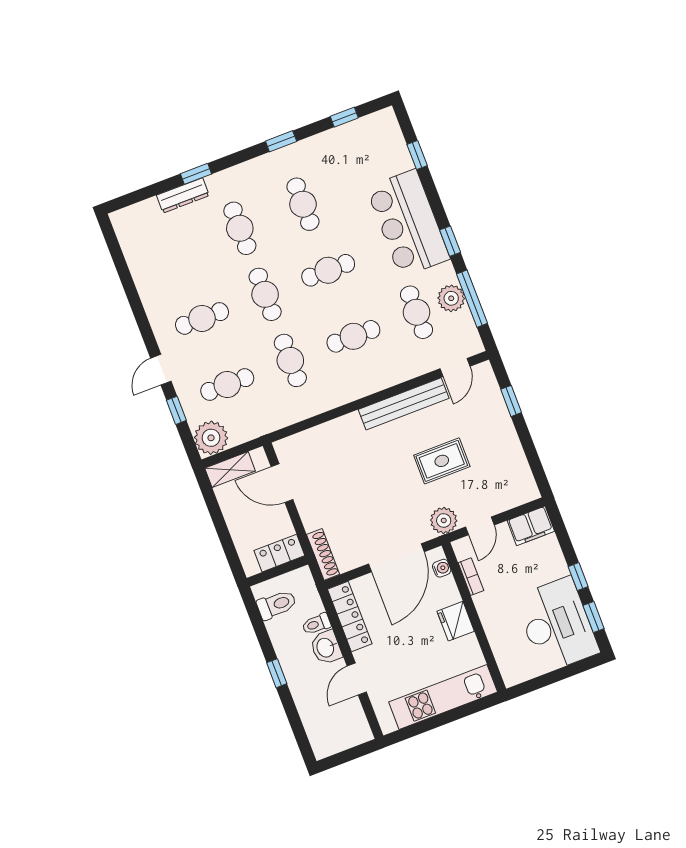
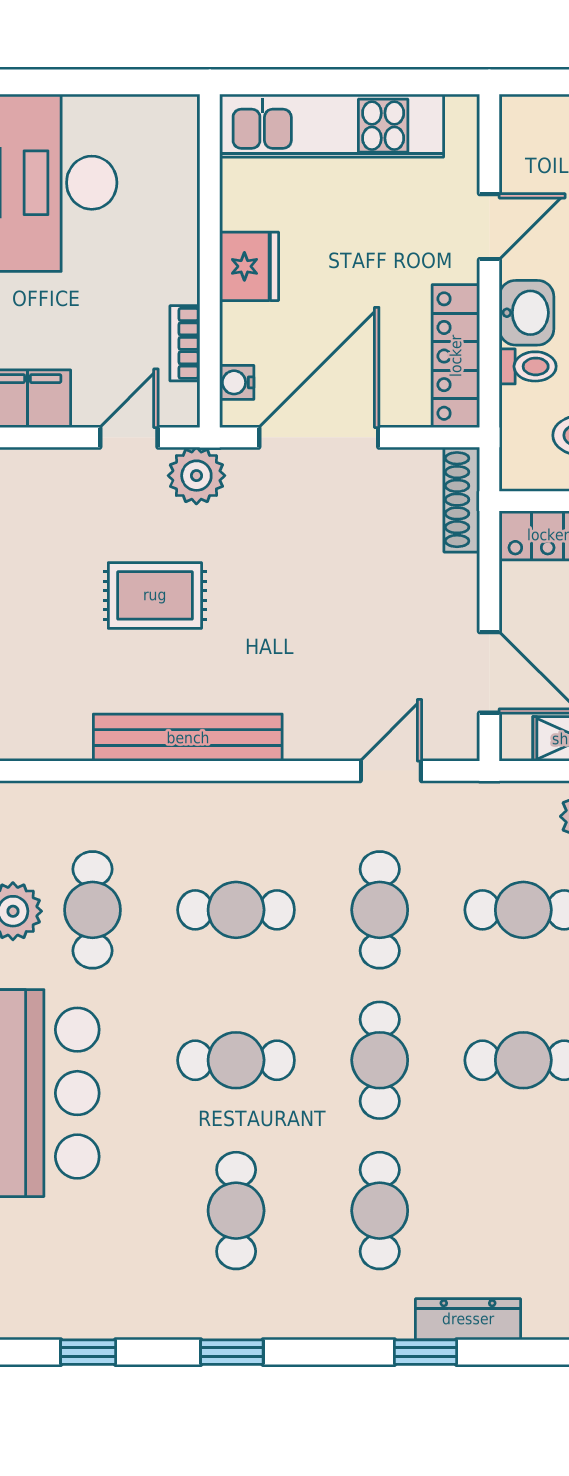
door: (455, 367) -> (391, 771), moved

